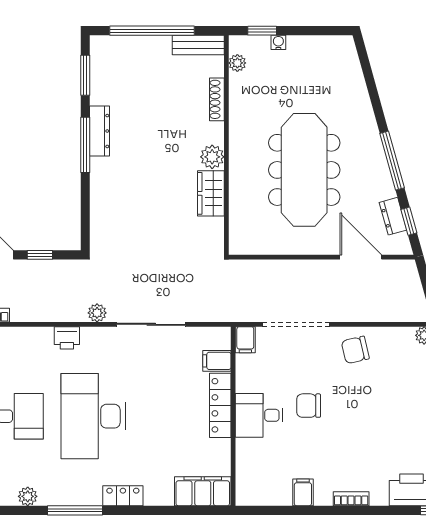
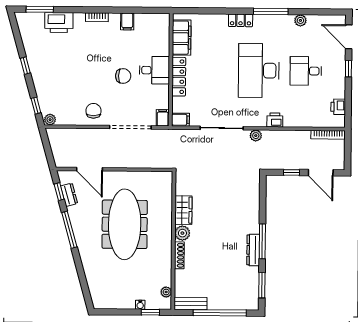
shoe rack: (217, 99) -> (179, 255), moved
chair: (355, 350) -> (93, 111), turned -77
filing cabinet: (217, 361) -> (180, 120), moved
desk: (93, 416) -> (259, 71), turned 180
filing cabinet: (203, 491) -> (182, 38), moved, turned -90

